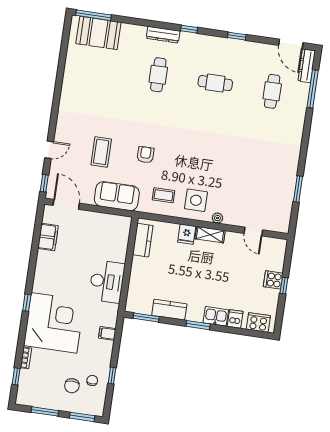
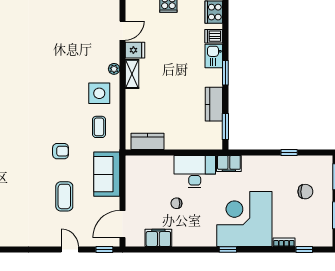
coffee table: (101, 152) -> (64, 196), turned 90
armchair: (146, 155) -> (61, 151), turned 180
fridge: (187, 234) -> (135, 50), moved
filing cabinet: (107, 333) -> (229, 164), moved, width x2.00
chair: (92, 380) -> (176, 203), moved

